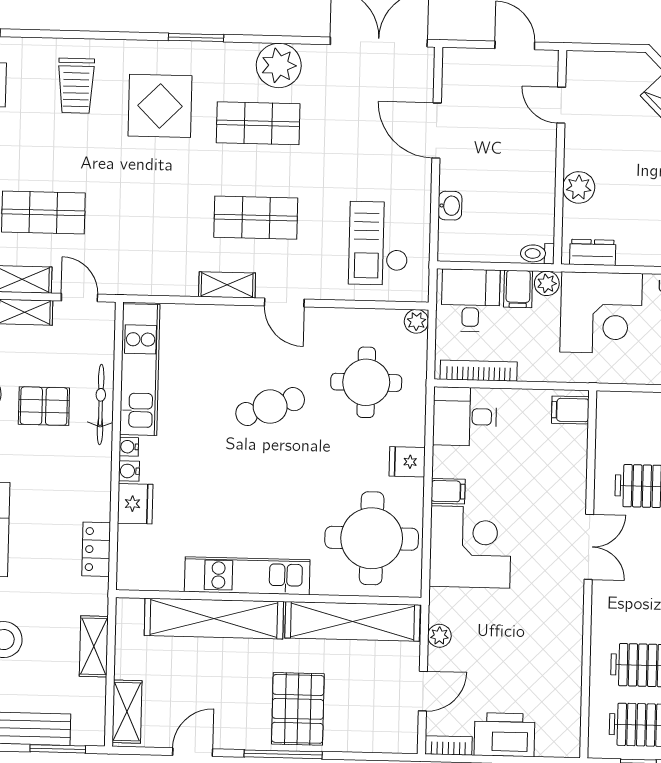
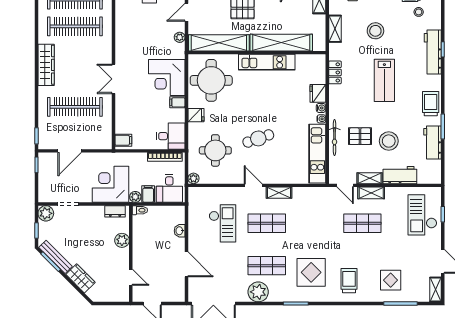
checkout: (378, 243) -> (222, 223), moved

